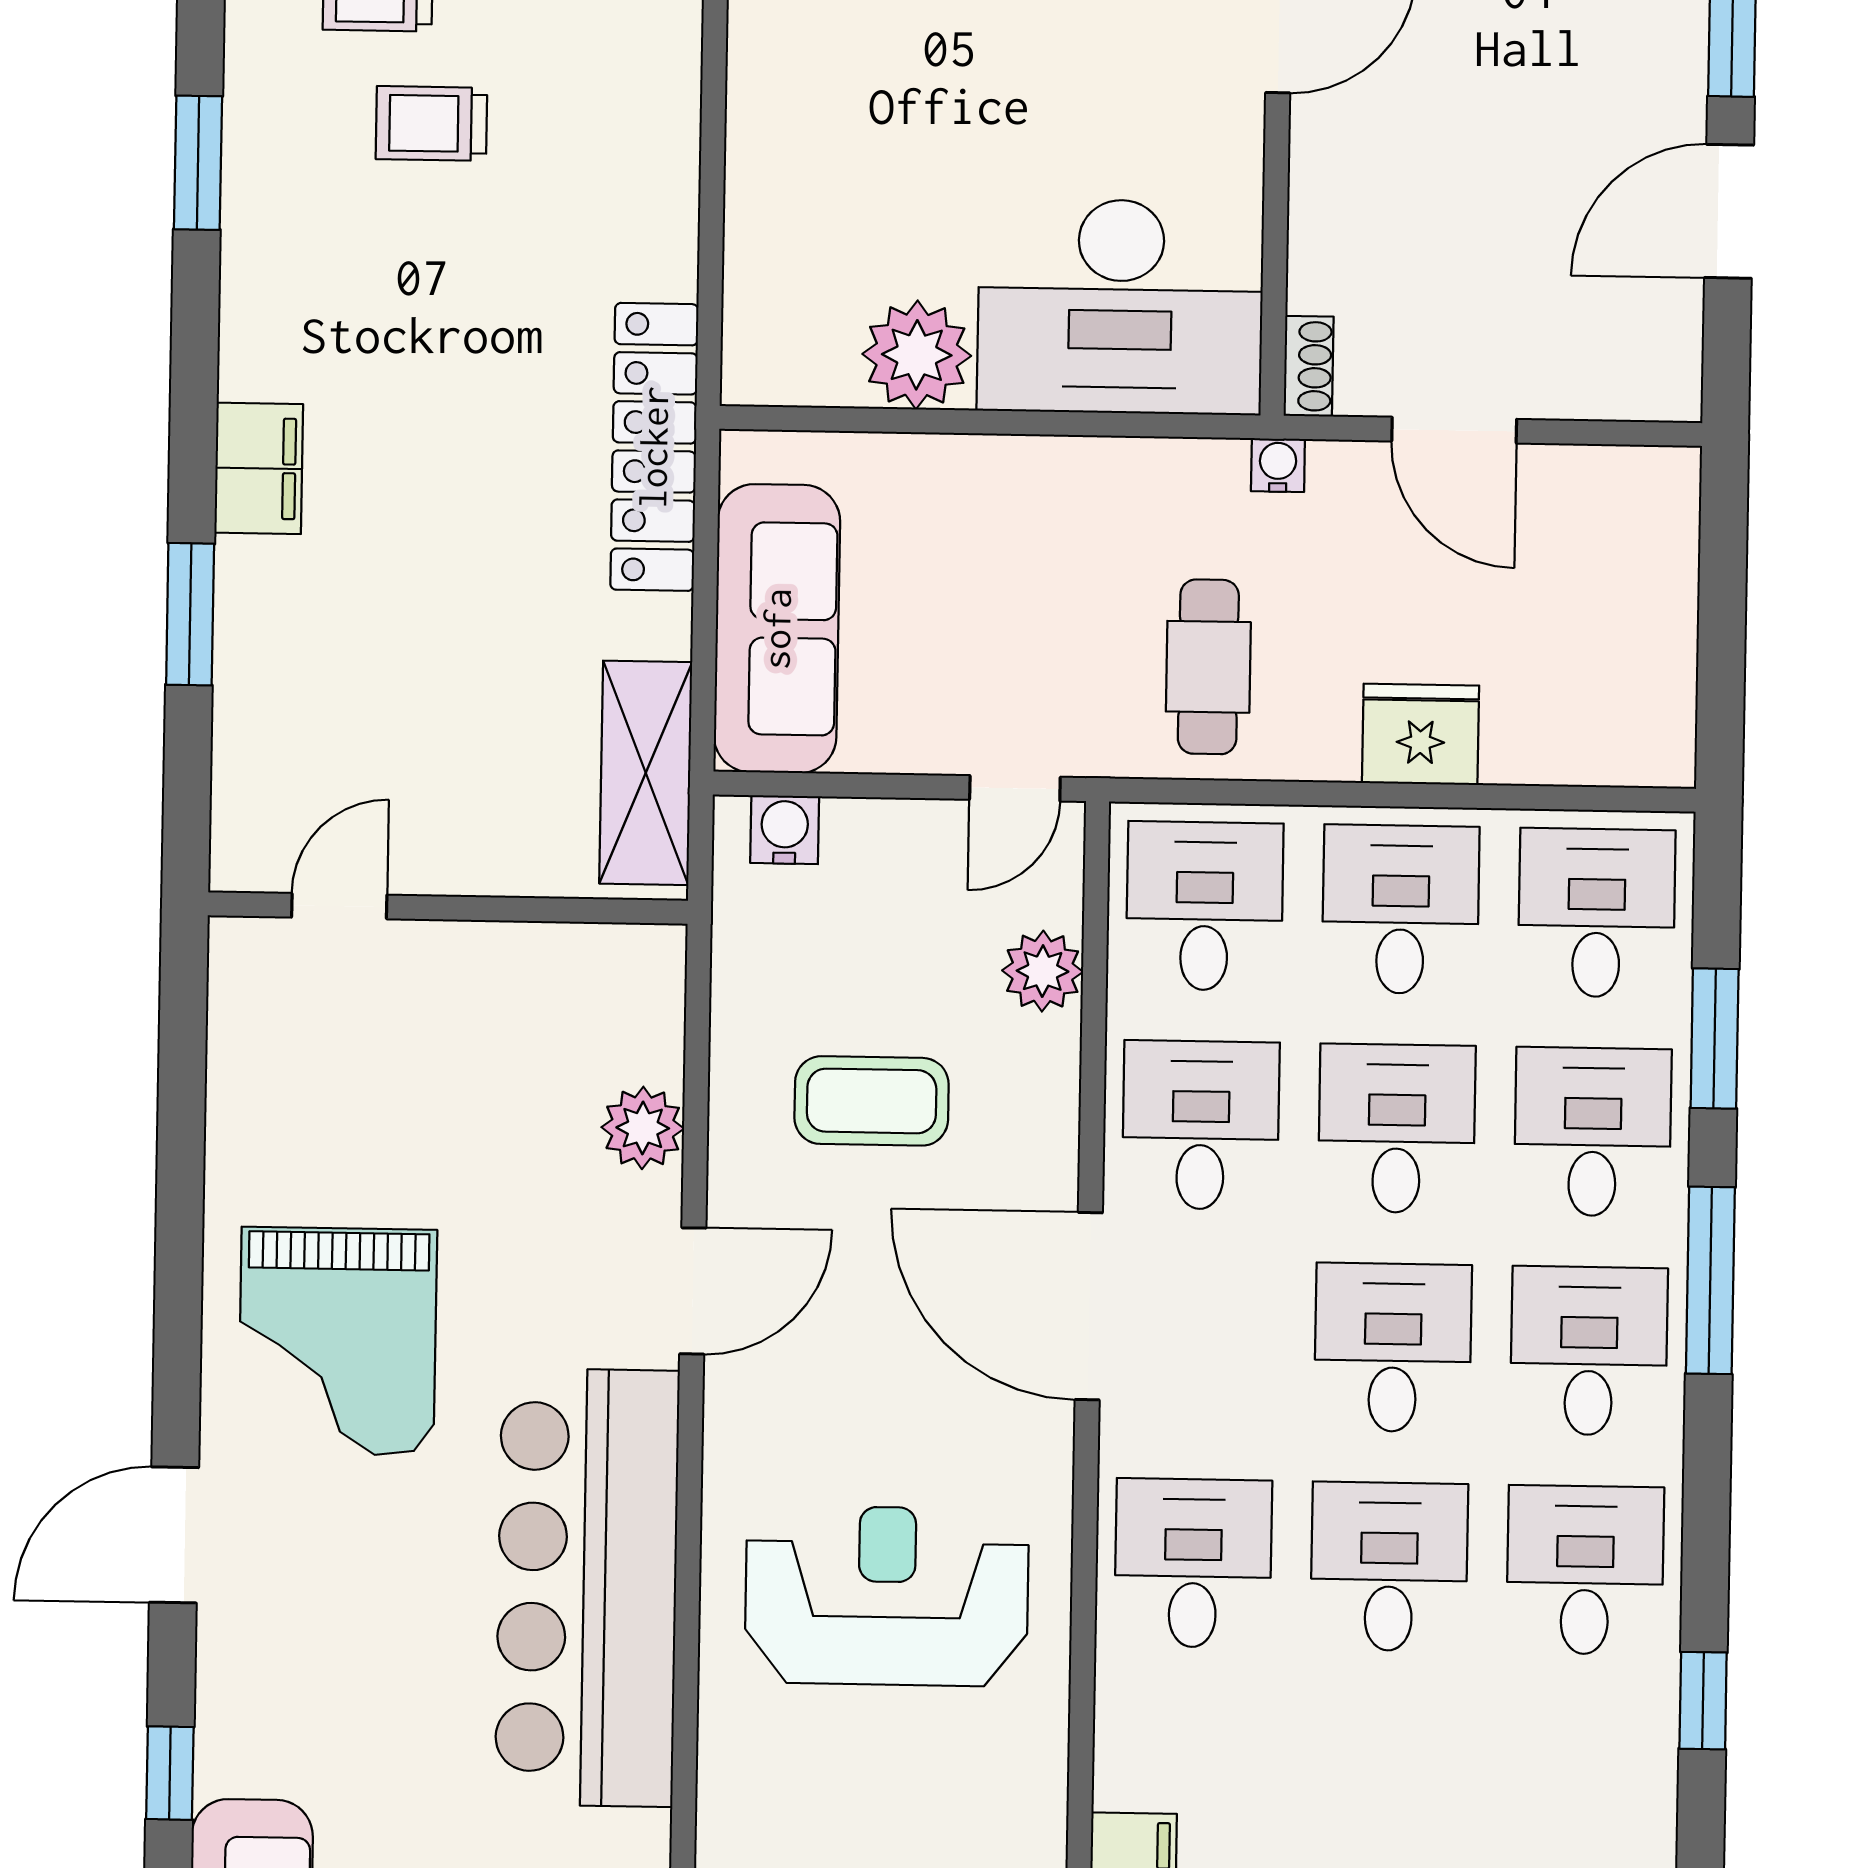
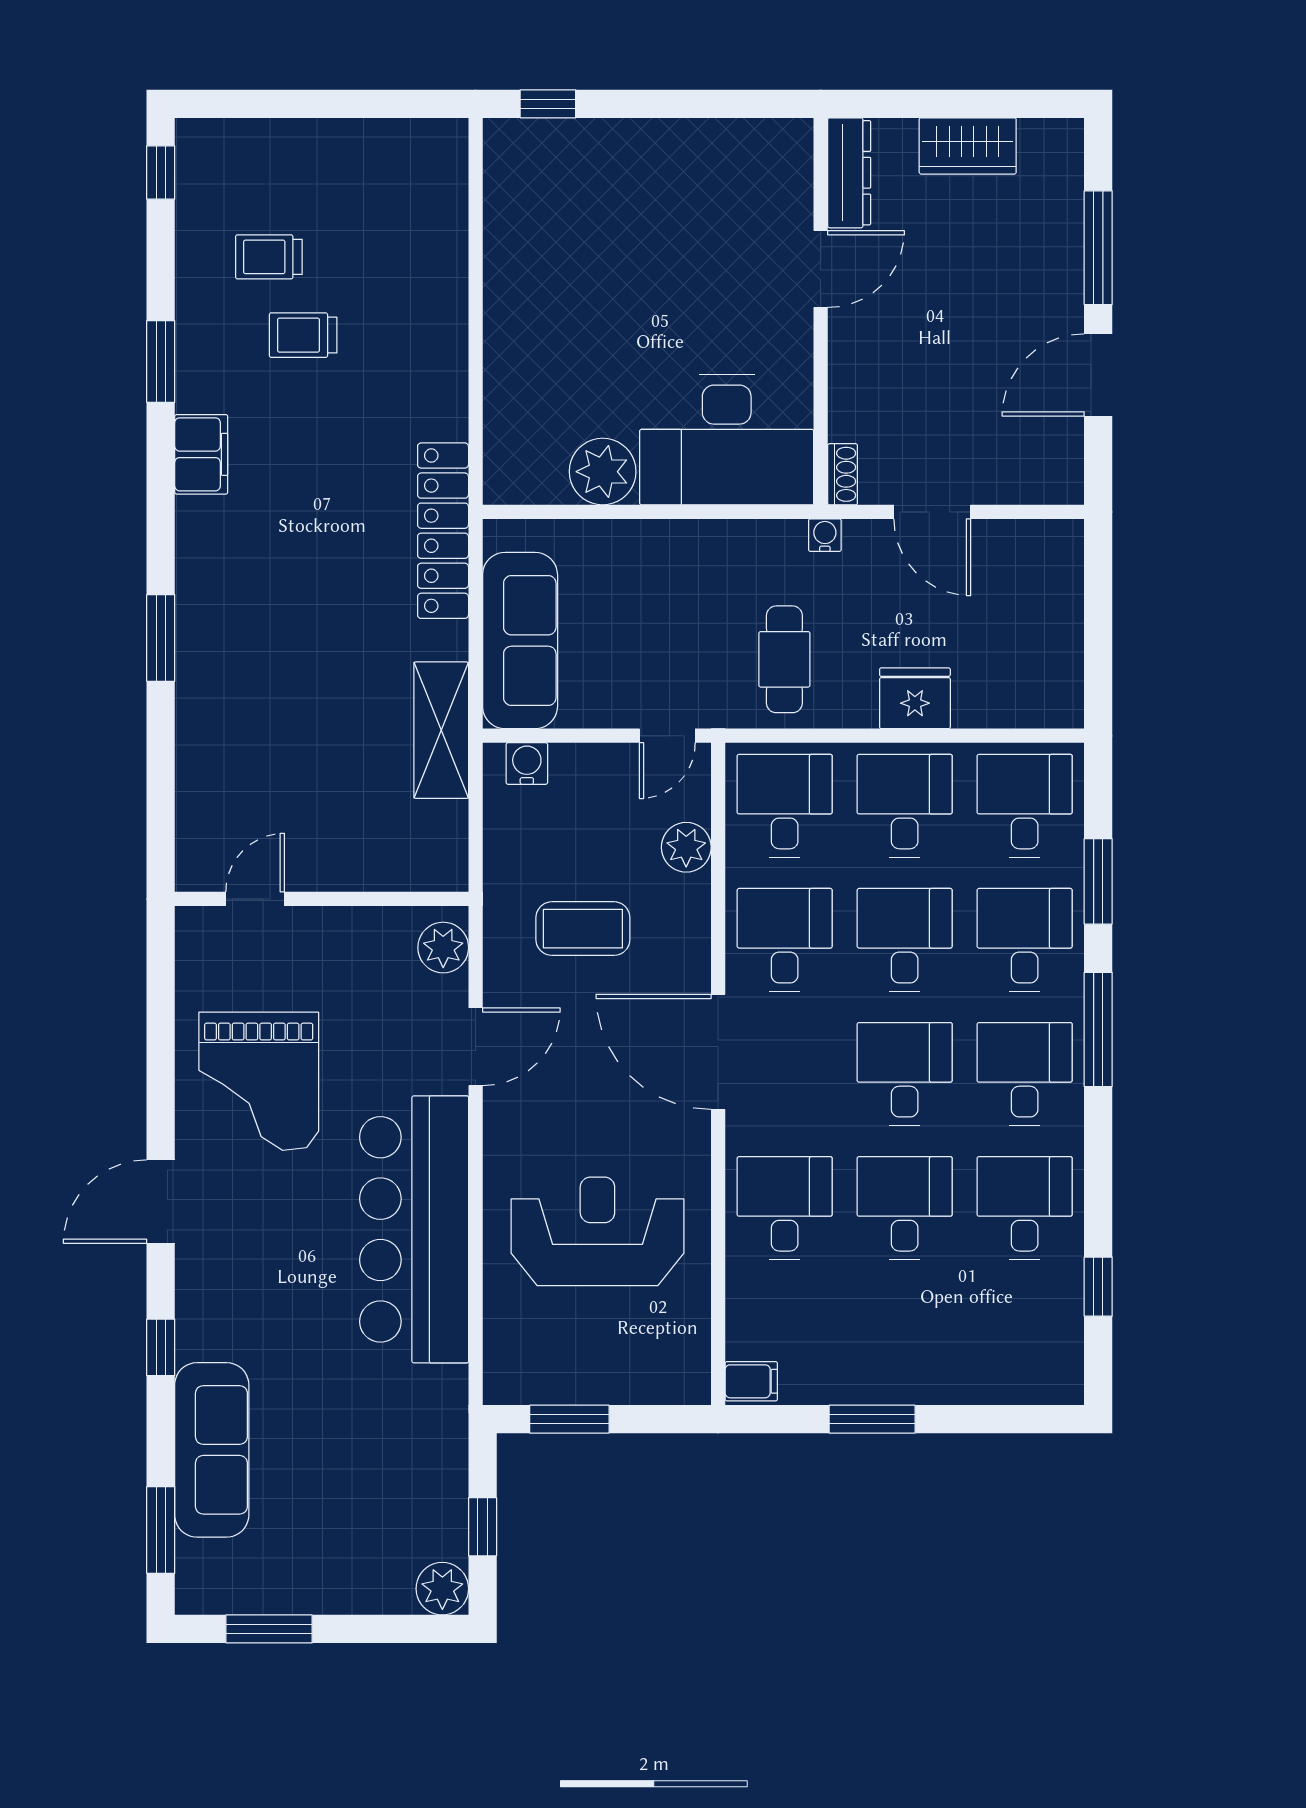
filing cabinet: (259, 468) -> (201, 454), moved
door: (339, 906) -> (255, 899), moved
wall: (448, 908) -> (322, 899), moved

